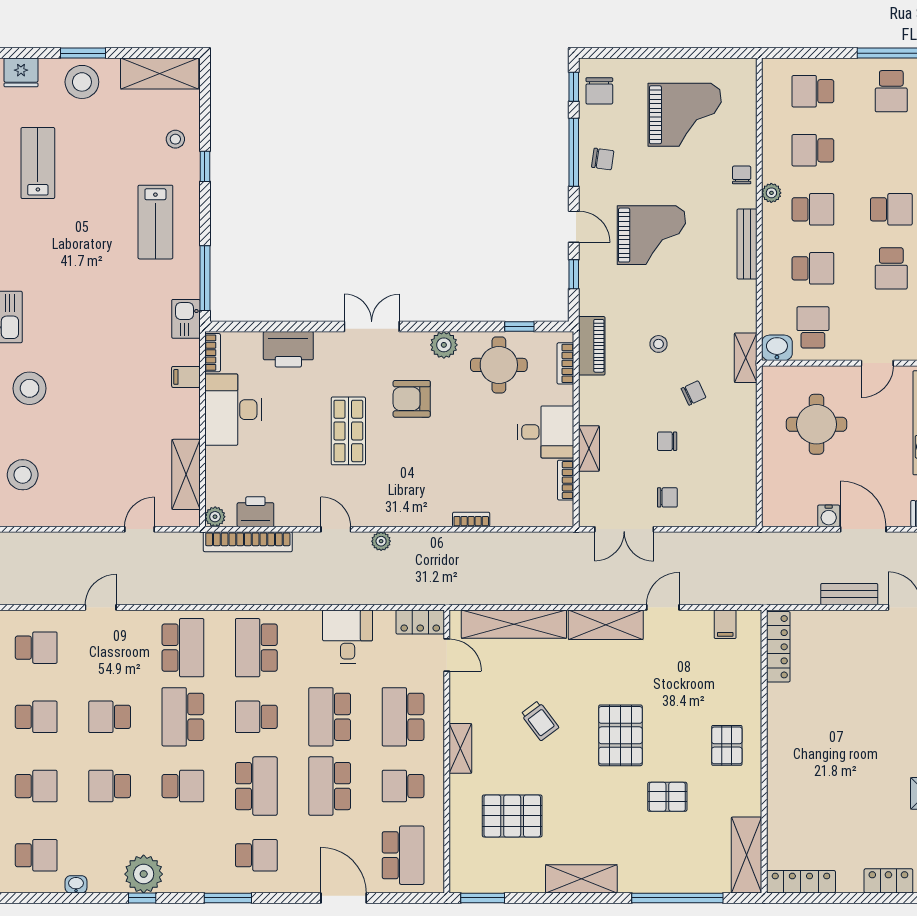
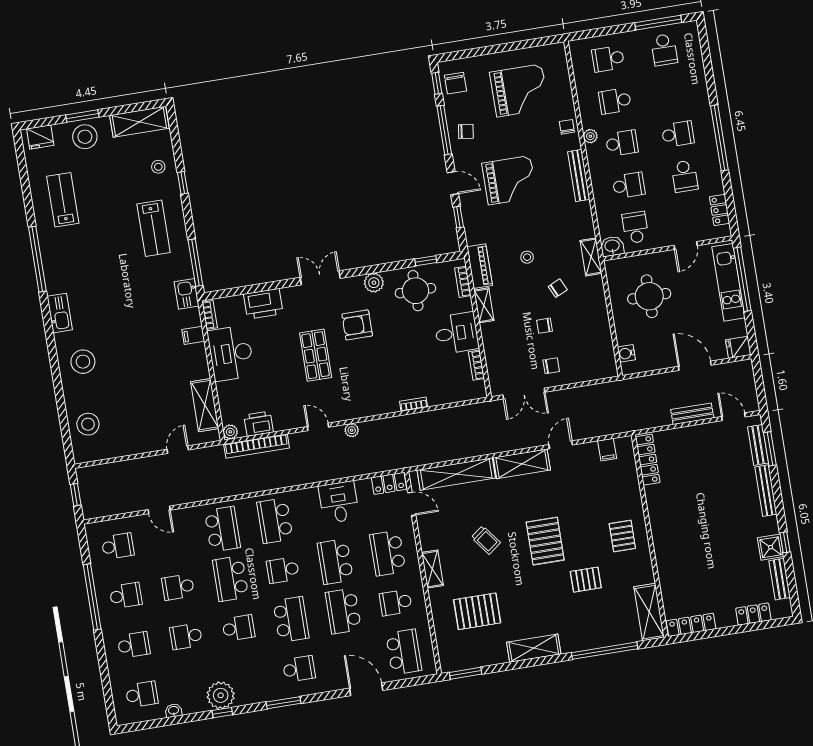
shelving: (589, 448) -> (484, 305), moved
water cooler: (829, 516) -> (626, 353), moved, turned 90
door: (101, 607) -> (159, 510), swing flipped

